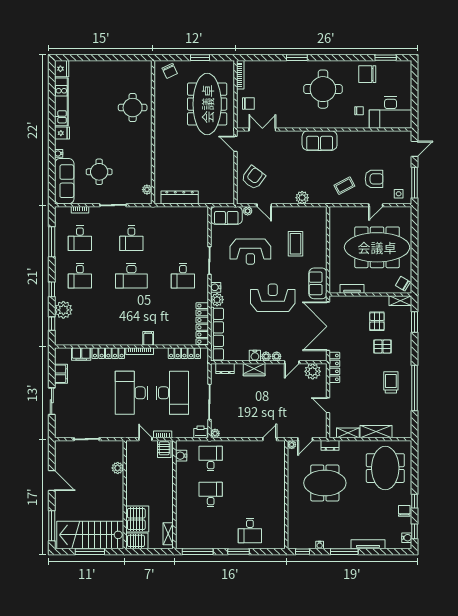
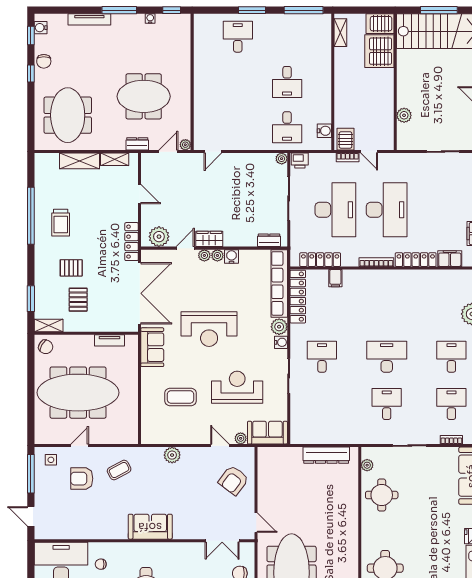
door: (415, 149) -> (31, 516), hinge flipped
round table: (99, 172) -> (382, 495), moved
coffee table: (296, 244) -> (180, 397), turned 90
filing cabinet: (148, 338) -> (335, 278), moved
wardrobe: (254, 370) -> (209, 239), moved
desk: (172, 393) -> (335, 210), turned 180

